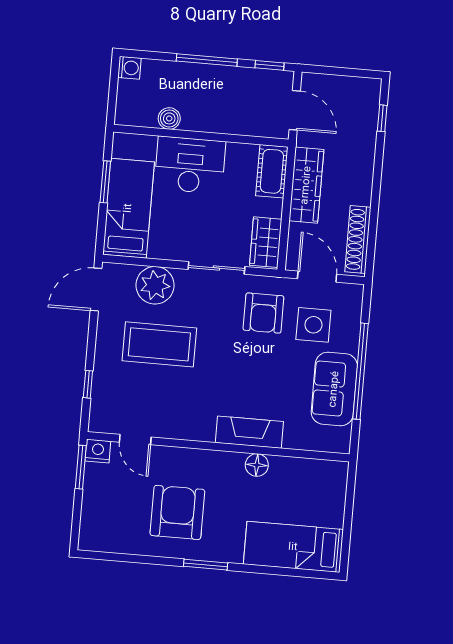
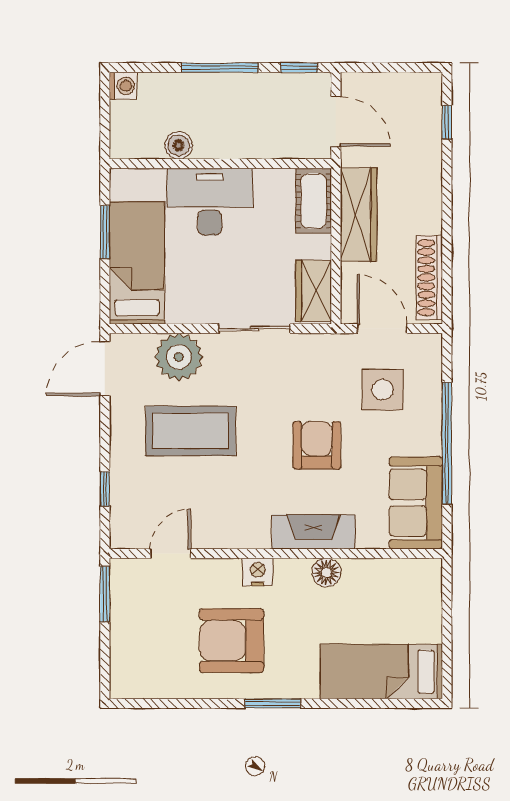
armchair: (263, 313) -> (317, 445), moved, turned 180
sofa: (334, 389) -> (416, 503), moved
door: (135, 440) -> (170, 554), swing flipped
nightstand: (98, 451) -> (258, 572), moved
armchair: (177, 512) -> (231, 641), turned -90

